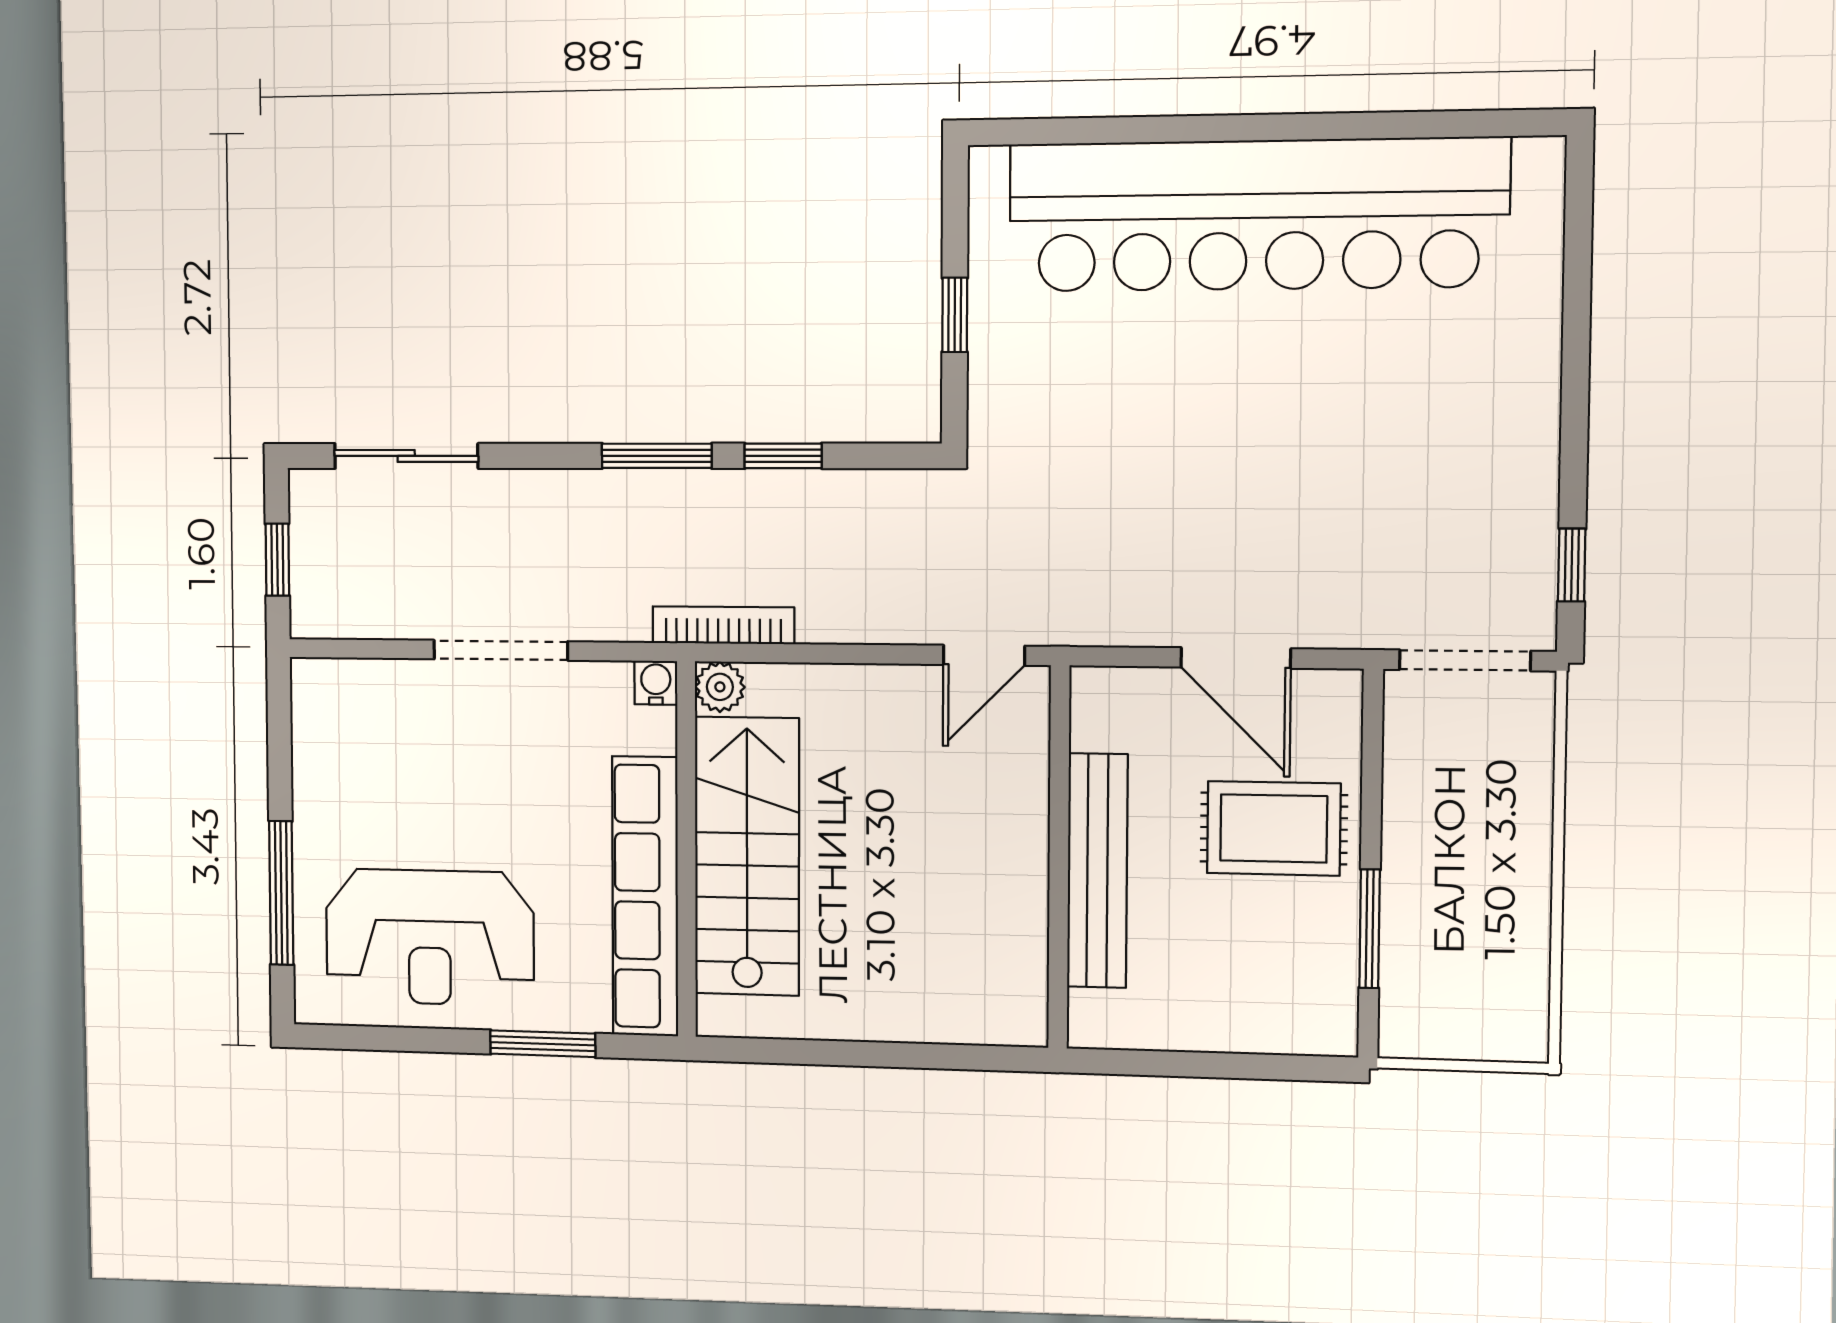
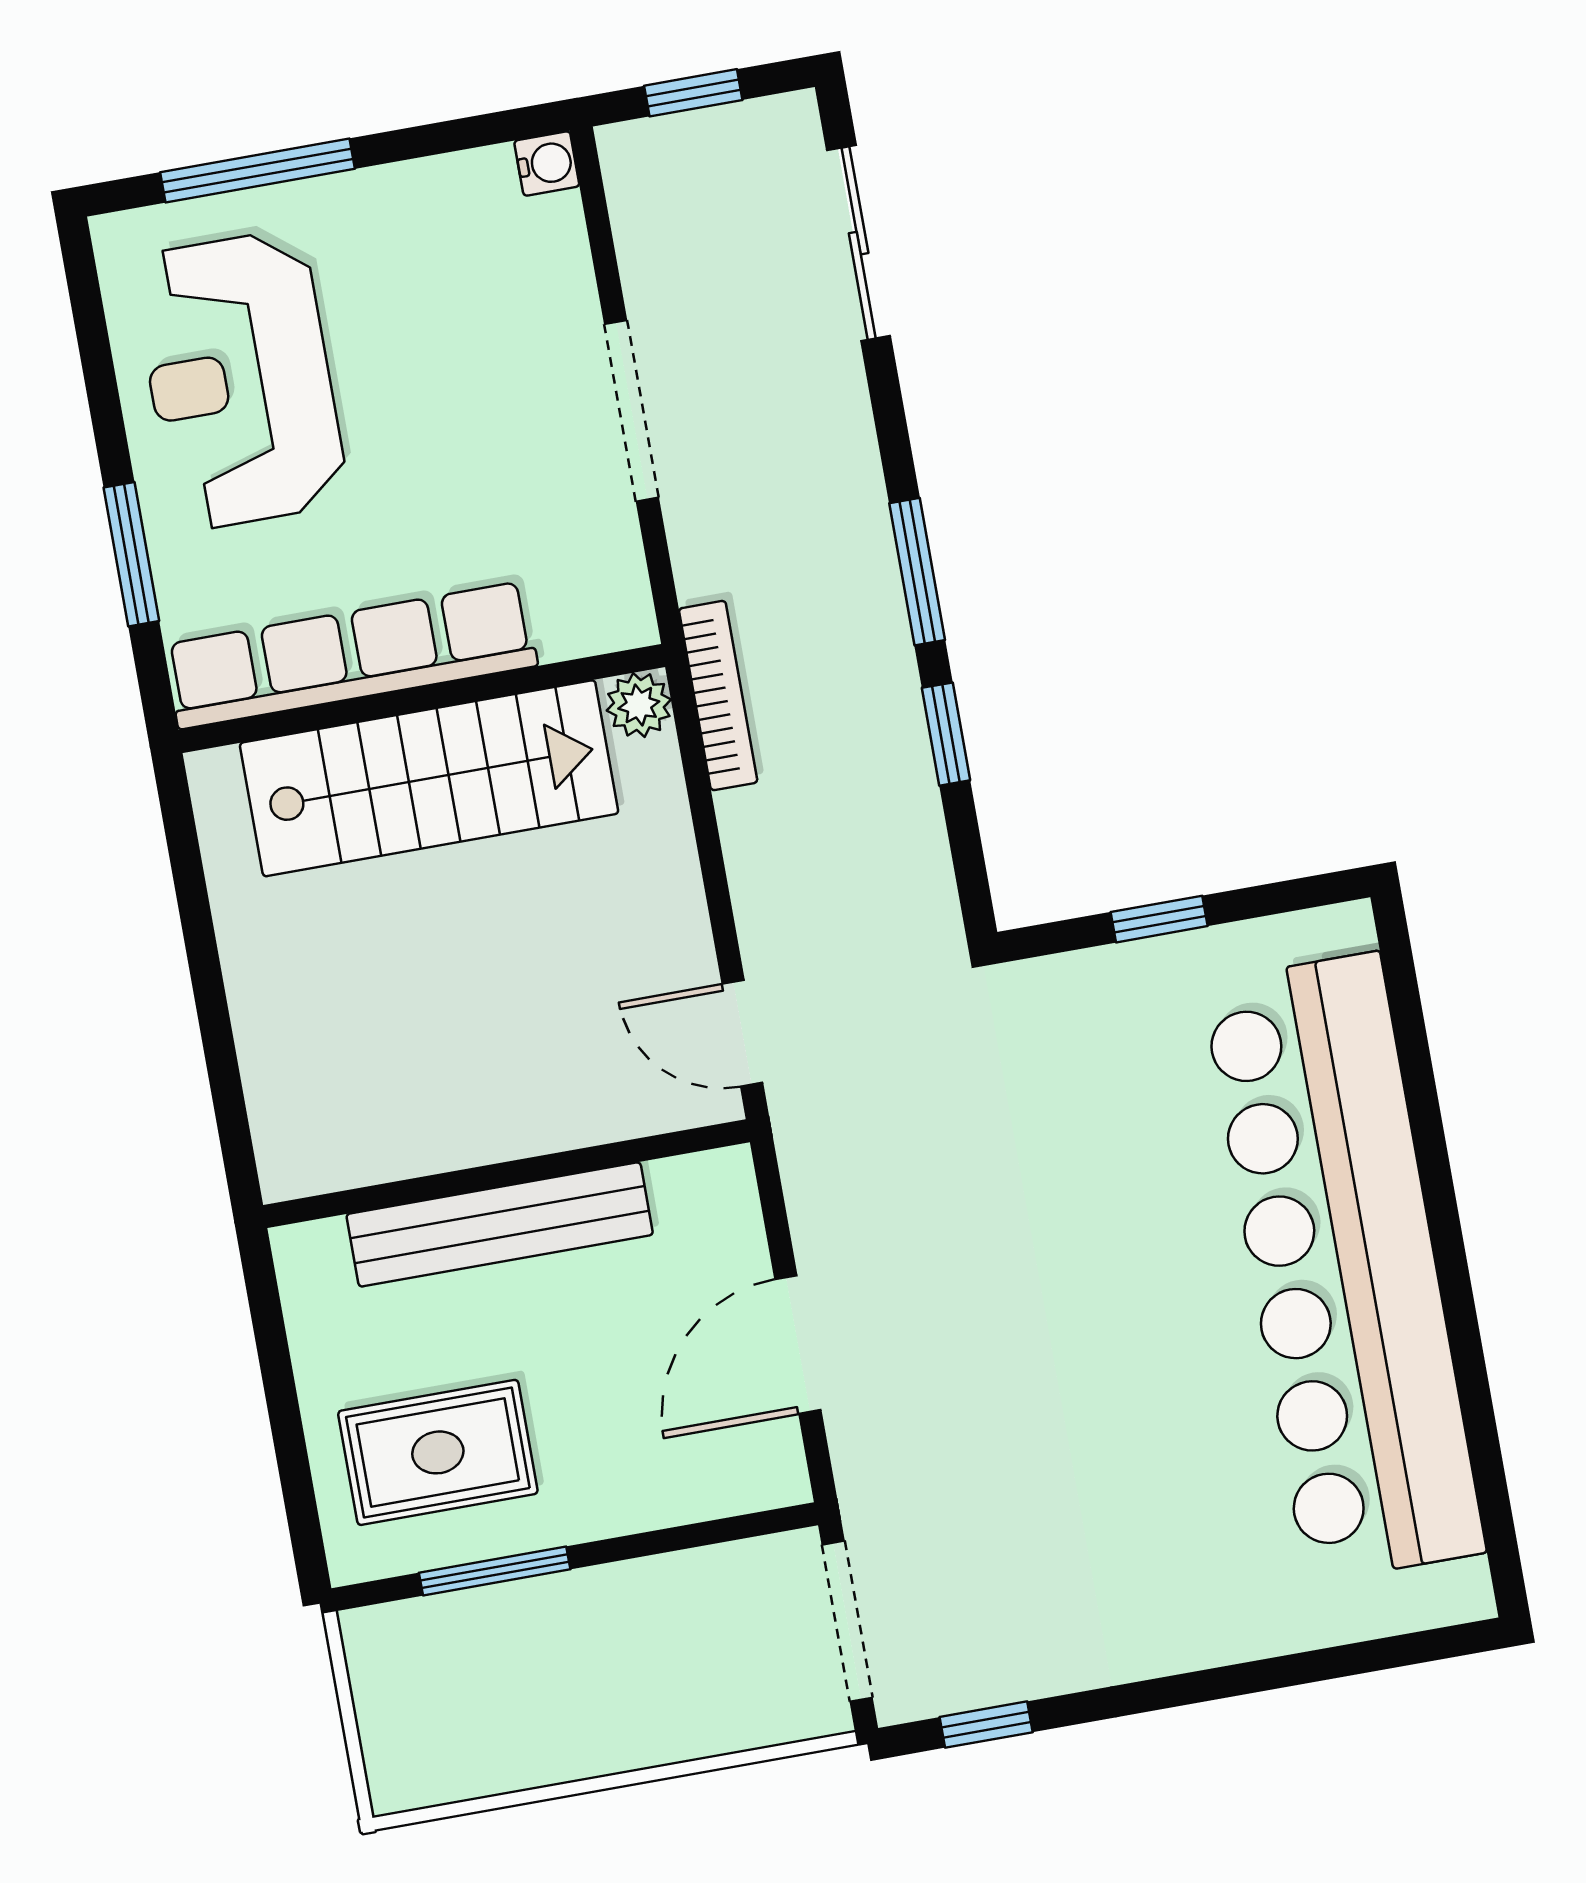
water cooler: (656, 683) -> (547, 164), moved
rug: (1274, 828) -> (438, 1452), moved, turned 90

